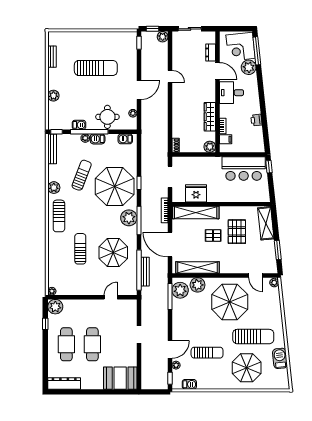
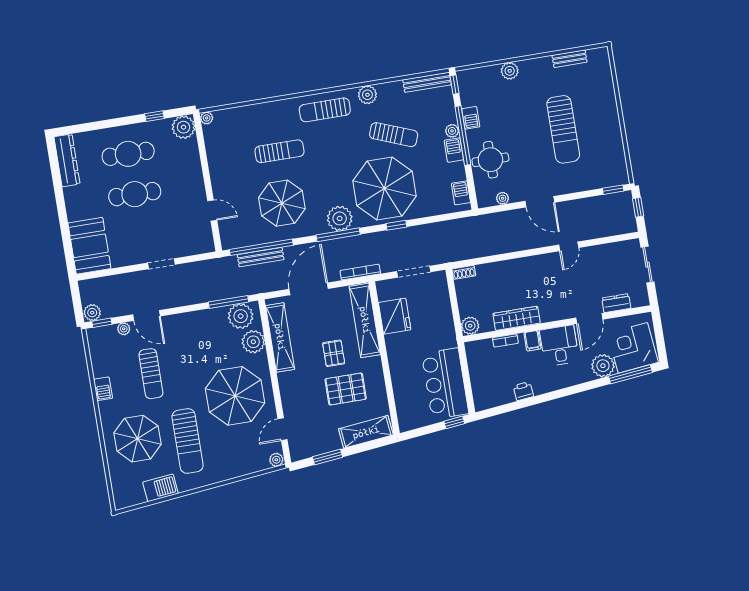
plant: (163, 37) -> (92, 313), moved
filing cabinet: (226, 139) -> (532, 341), moved
barbecue: (189, 384) -> (103, 389), moved

